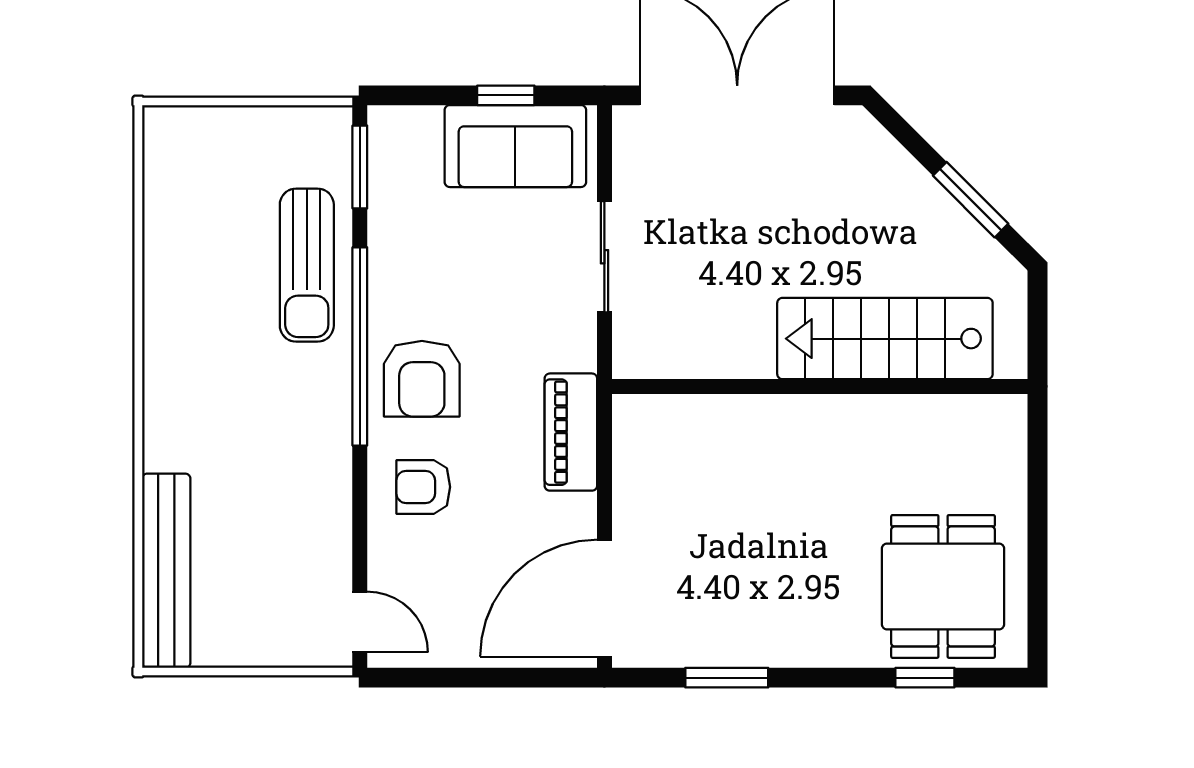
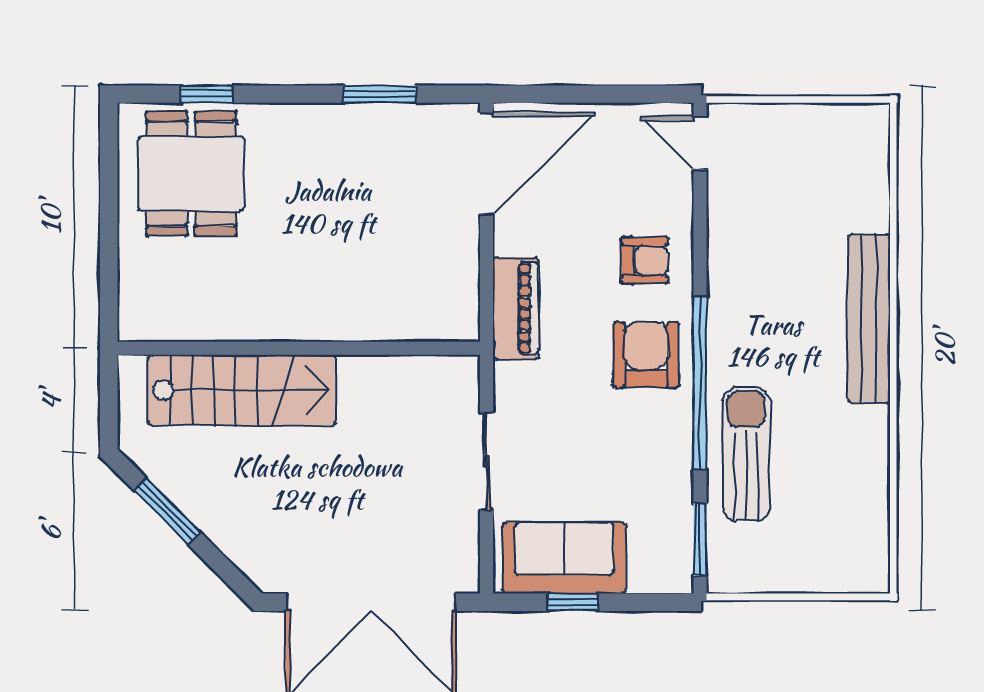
bench: (166, 571) -> (869, 319), moved

